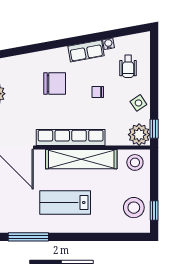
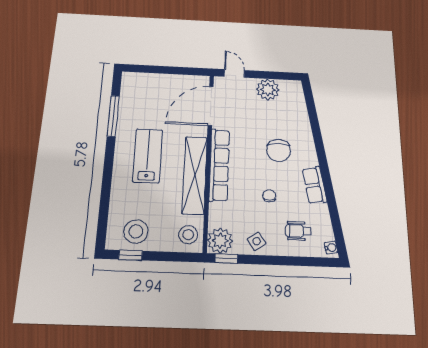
water cooler: (108, 44) -> (331, 248), moved

